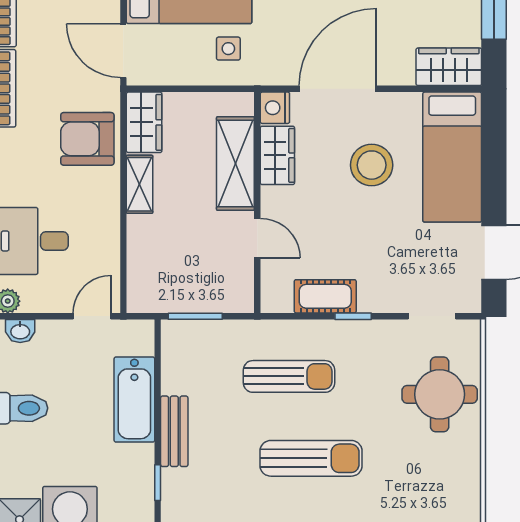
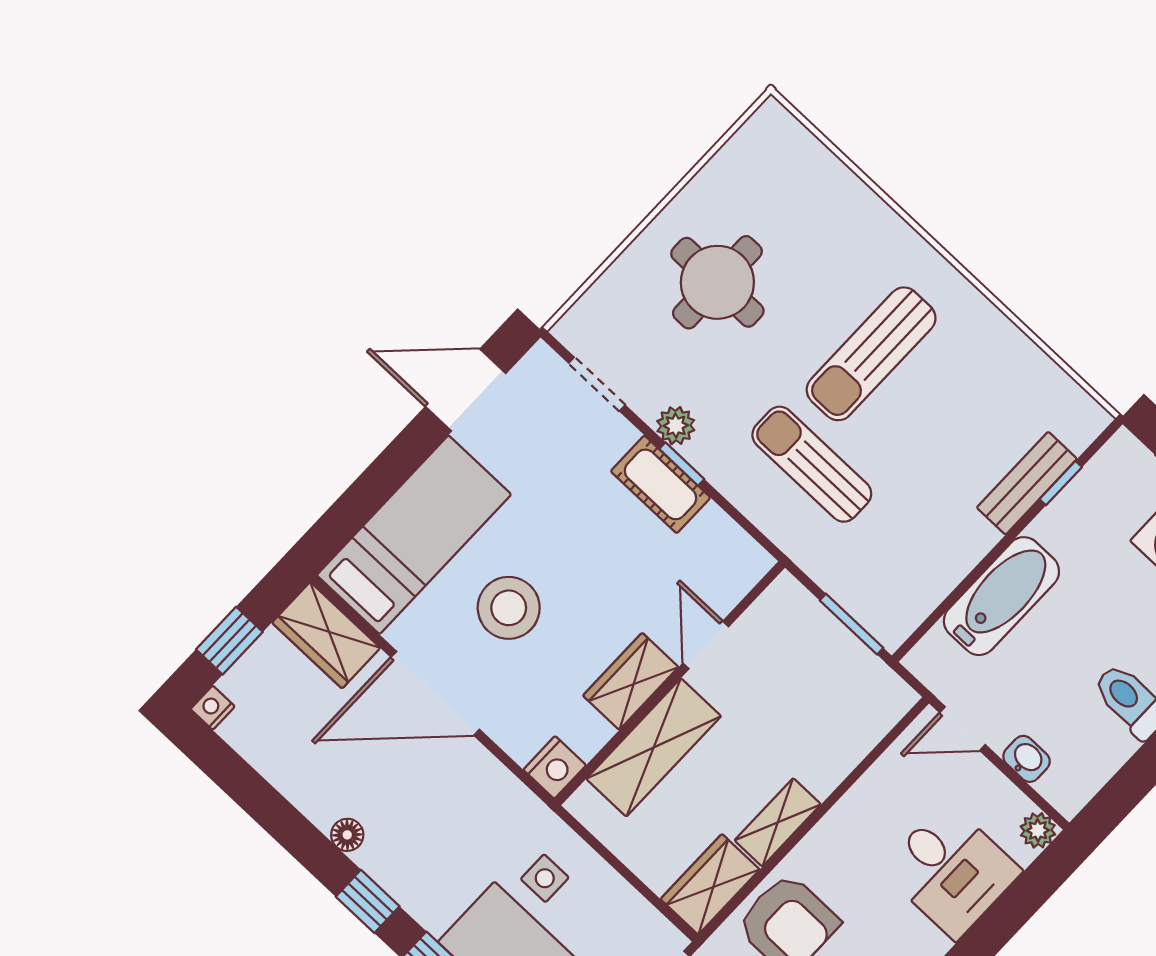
door: (338, 89) -> (435, 693), moved
wardrobe: (277, 155) -> (631, 681), moved
cot: (325, 296) -> (661, 484), moved
washbasin: (20, 331) -> (1027, 759), moved
plant: (374, 332) -> (676, 426), added
round table: (440, 394) -> (717, 282), moved
bench: (174, 431) -> (1027, 483), moved
sun lounger: (311, 458) -> (871, 354), turned -90

